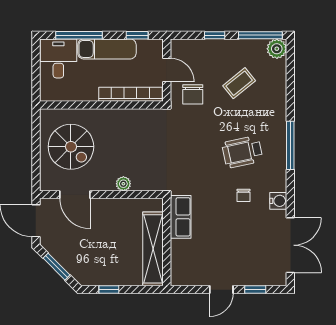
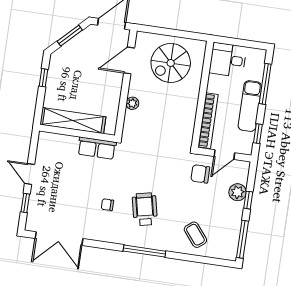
plant: (277, 49) -> (238, 192), moved
desk: (58, 58) -> (228, 60), moved, turned 180
coffee table: (239, 83) -> (195, 235), moved
water cooler: (278, 201) -> (98, 234), removed

